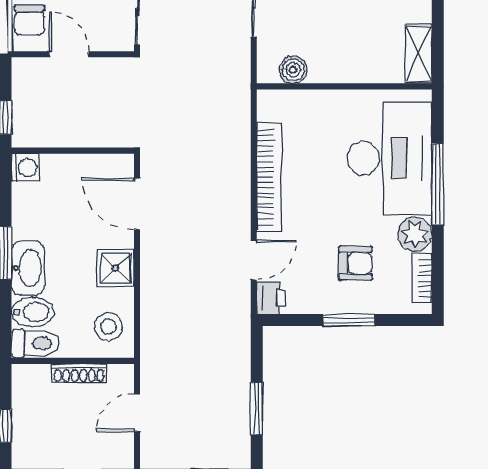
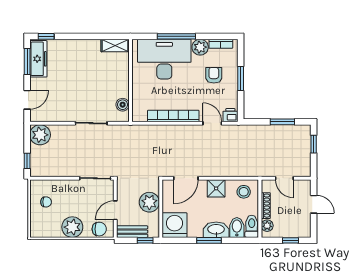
bench: (24, 90) -> (132, 232), added
plant: (86, 127) -> (149, 202), added
washing machine: (25, 168) -> (174, 225), width x1.89, depth x1.89
plant: (37, 376) -> (267, 226), added

